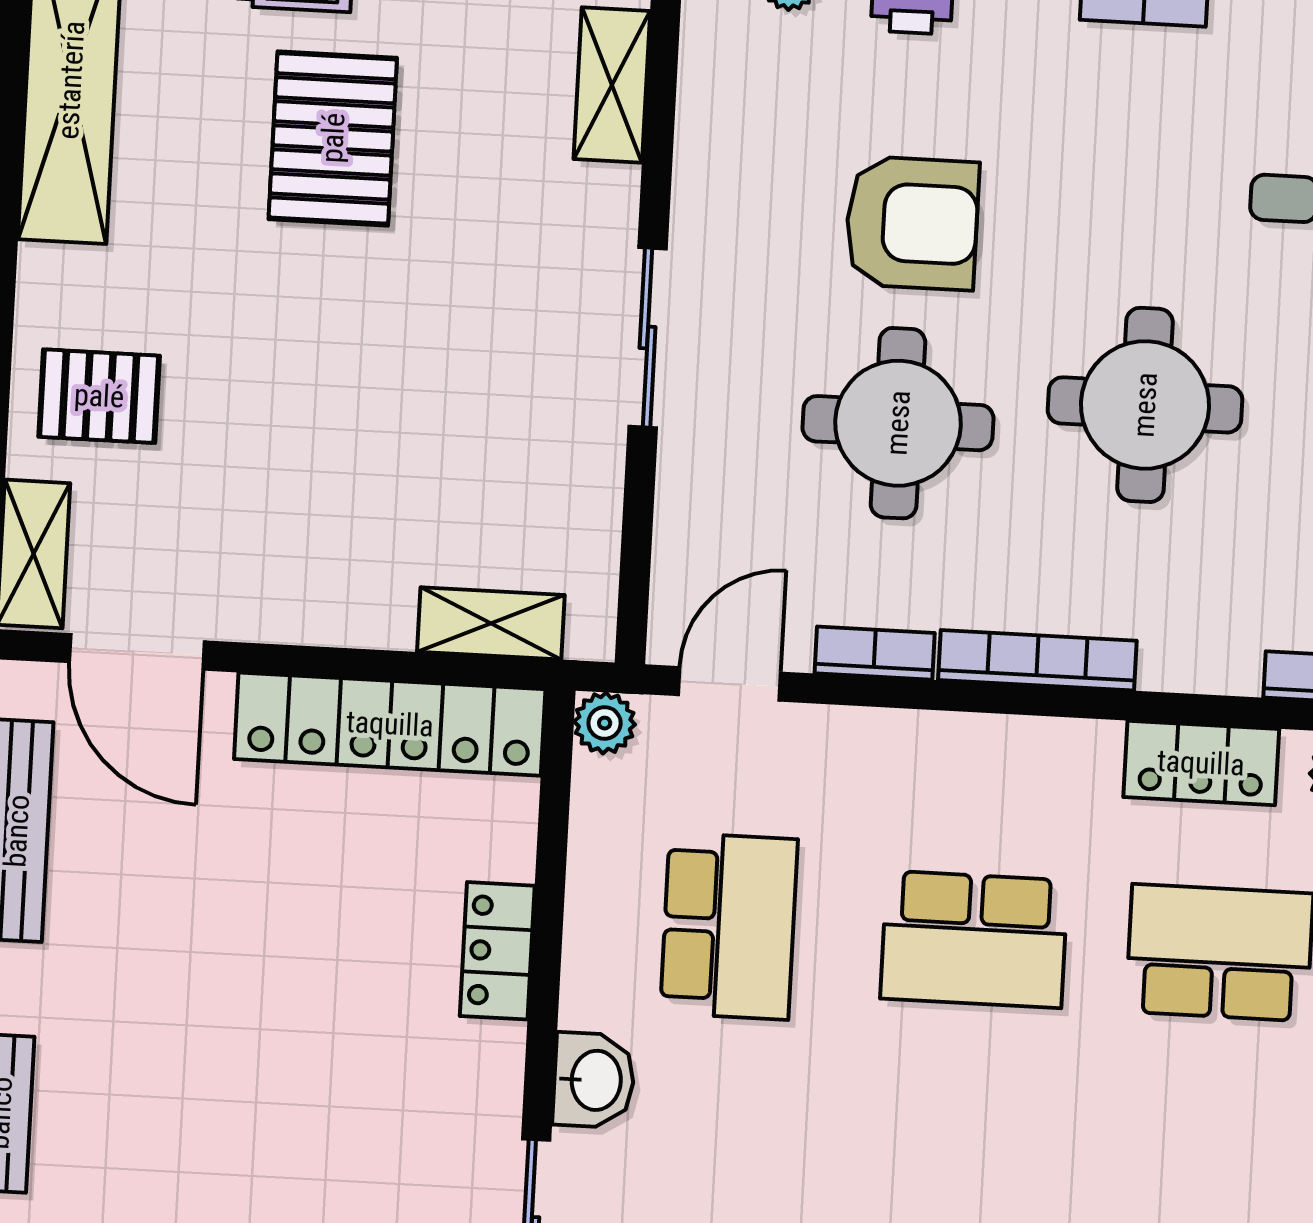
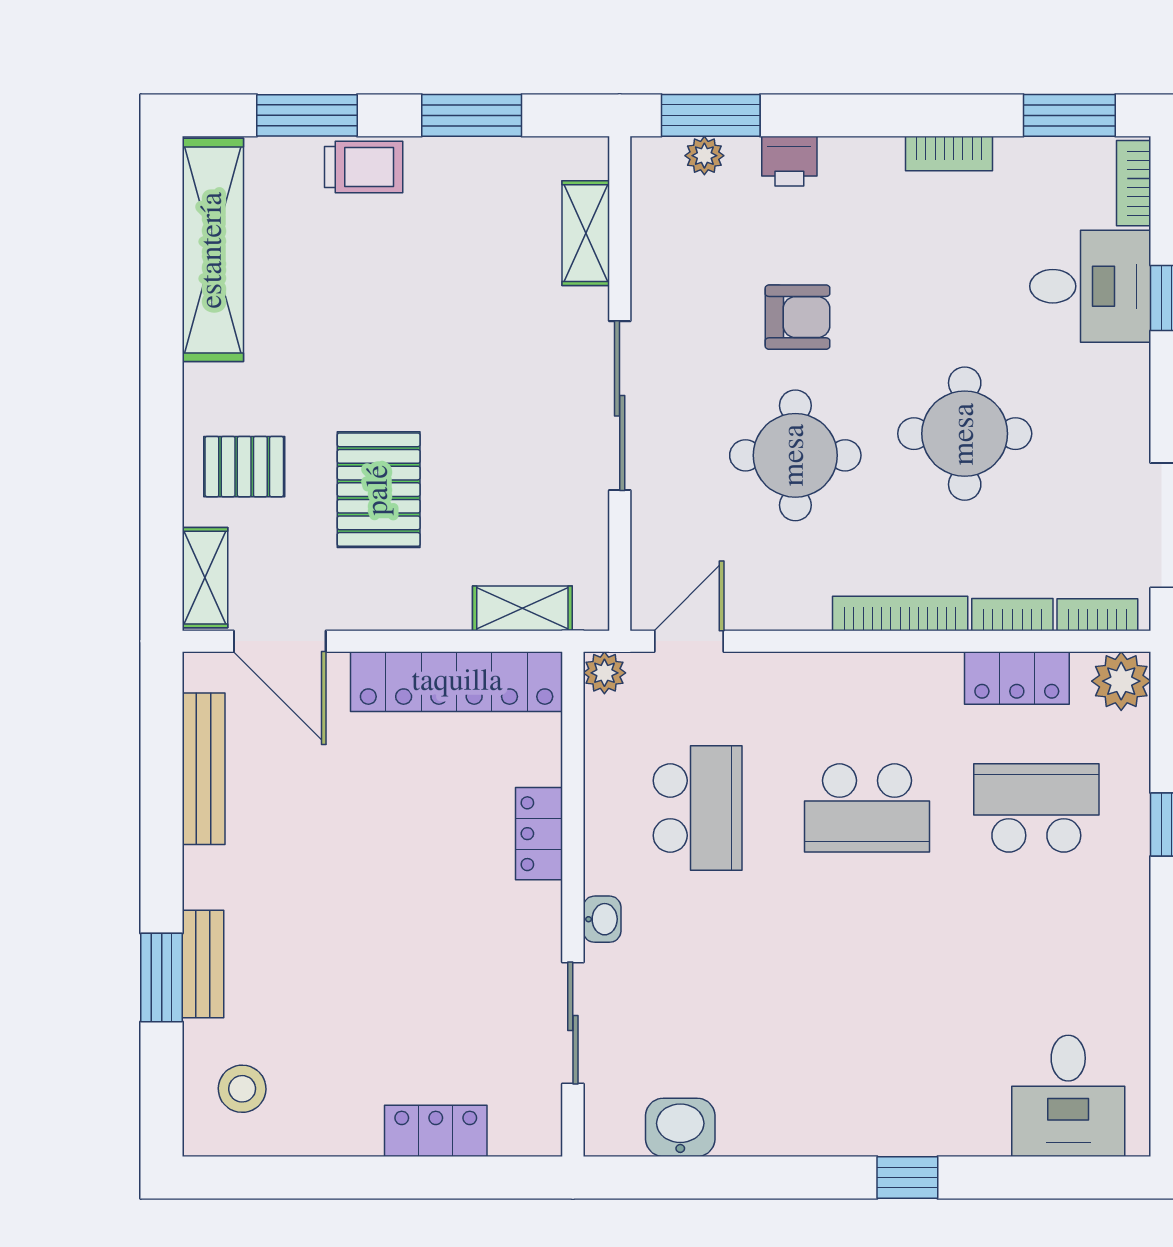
pallet: (333, 138) -> (379, 490), moved
armchair: (912, 223) -> (797, 317), width x0.72, depth x0.72
sliding door: (648, 338) -> (620, 406), width x1.37
bookcase: (875, 653) -> (1012, 615), moved
washbasin: (594, 1080) -> (602, 919), width x0.72, depth x0.69

